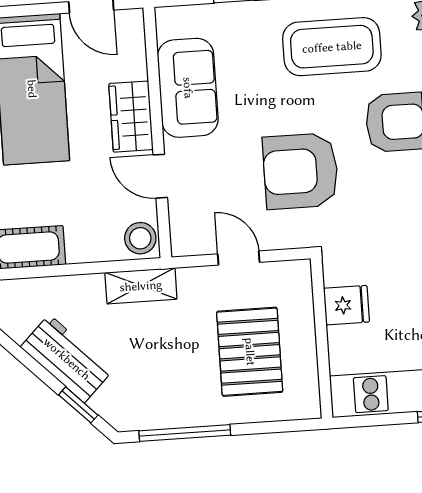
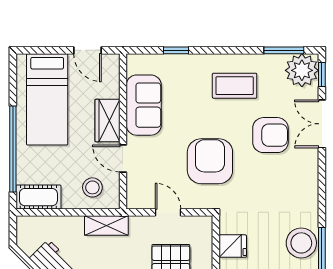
coffee table: (332, 47) -> (235, 86), width x0.73, depth x0.76
armchair: (301, 171) -> (210, 161), turned 90
stool: (140, 238) -> (92, 187), moved

